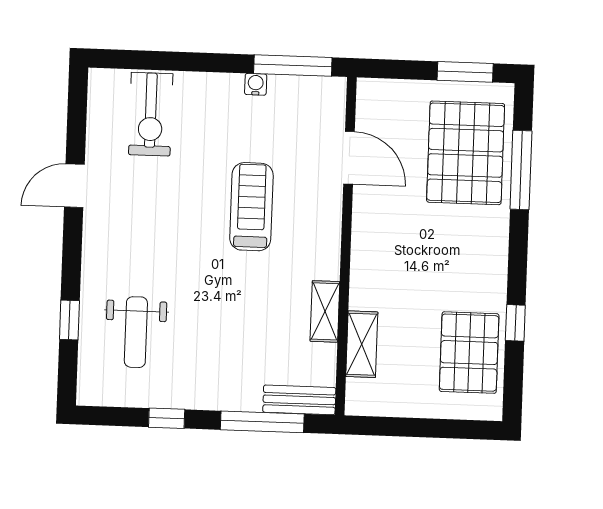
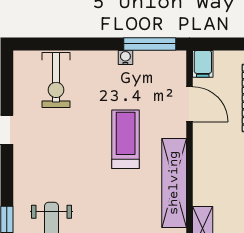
filing cabinet: (371, 98) -> (203, 64), added
shelving: (325, 311) -> (174, 183), width x2.20, depth x1.33

